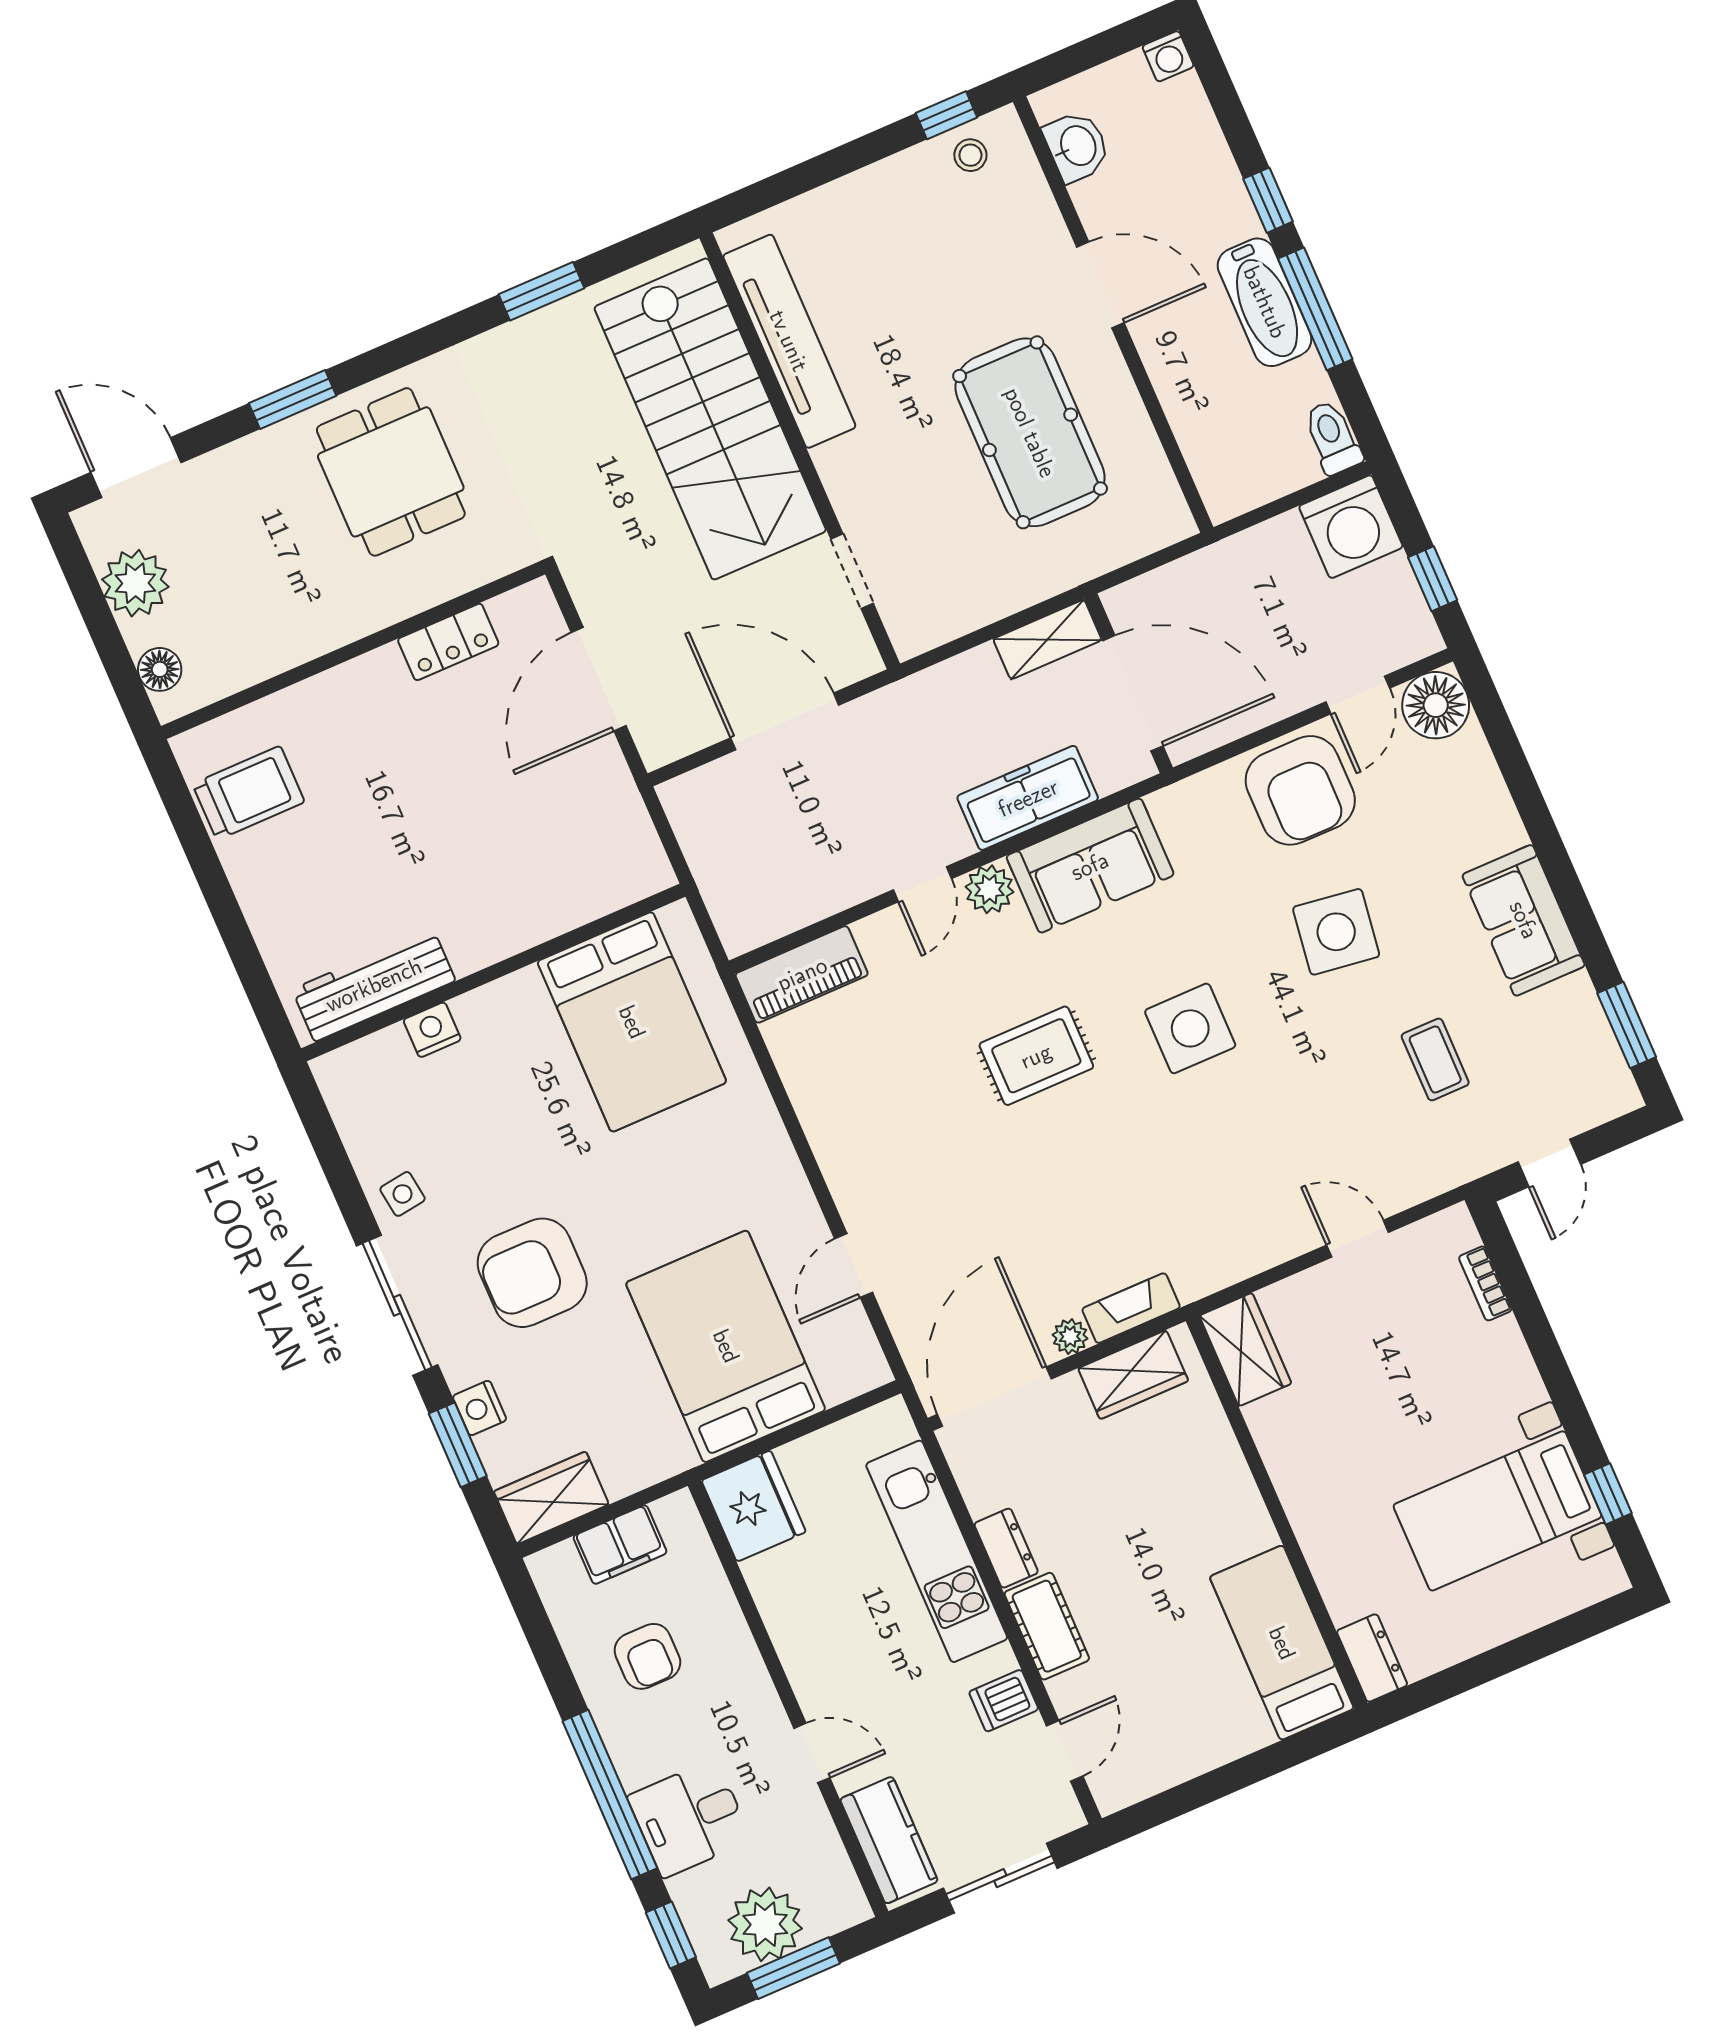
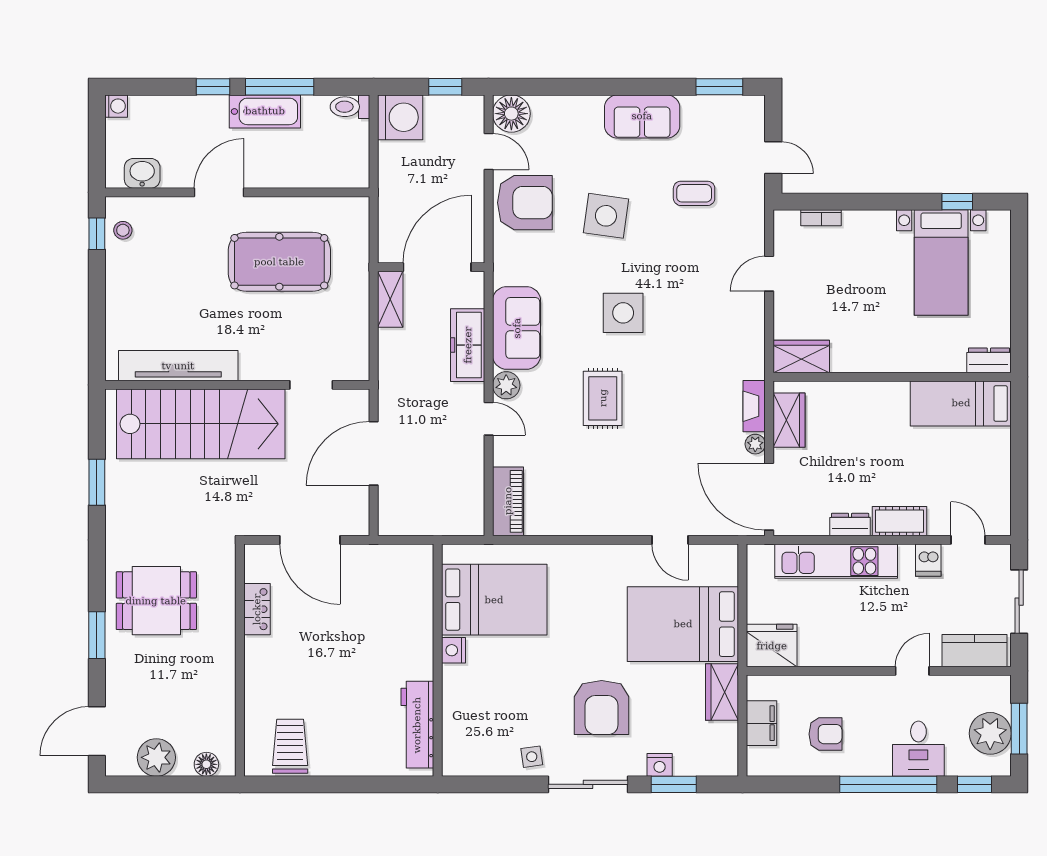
nightstand: (432, 1030) -> (454, 650), moved
wardrobe: (551, 1498) -> (722, 692), moved

